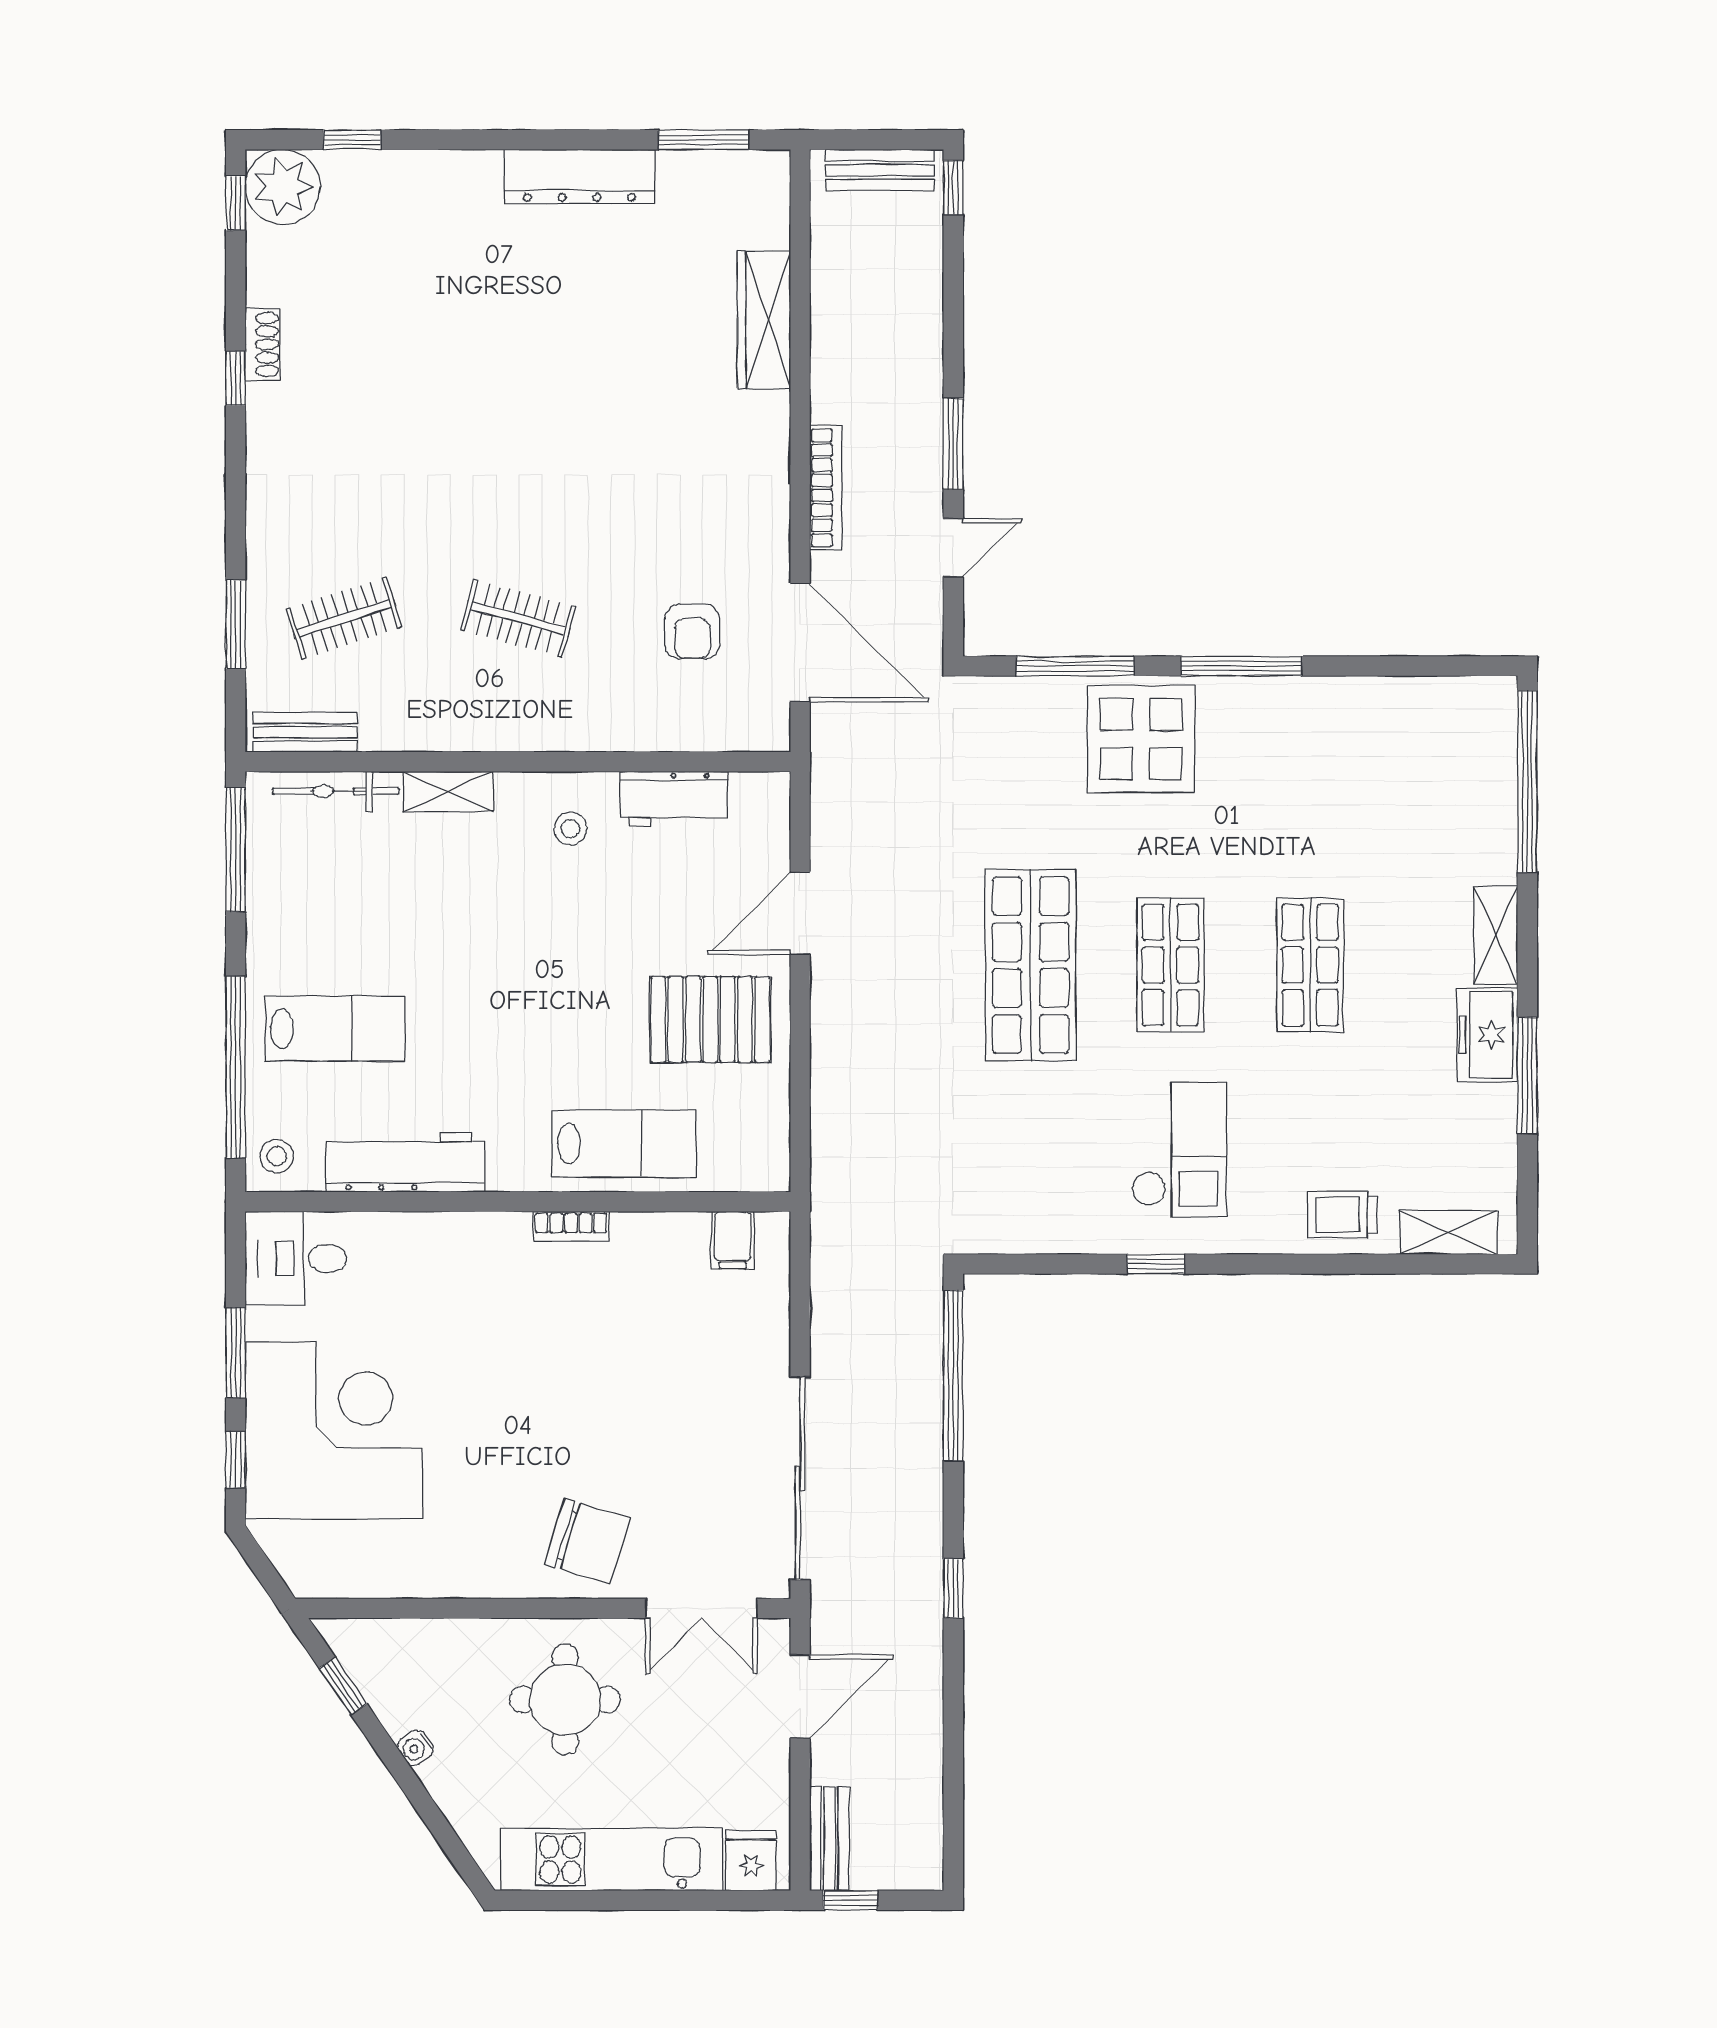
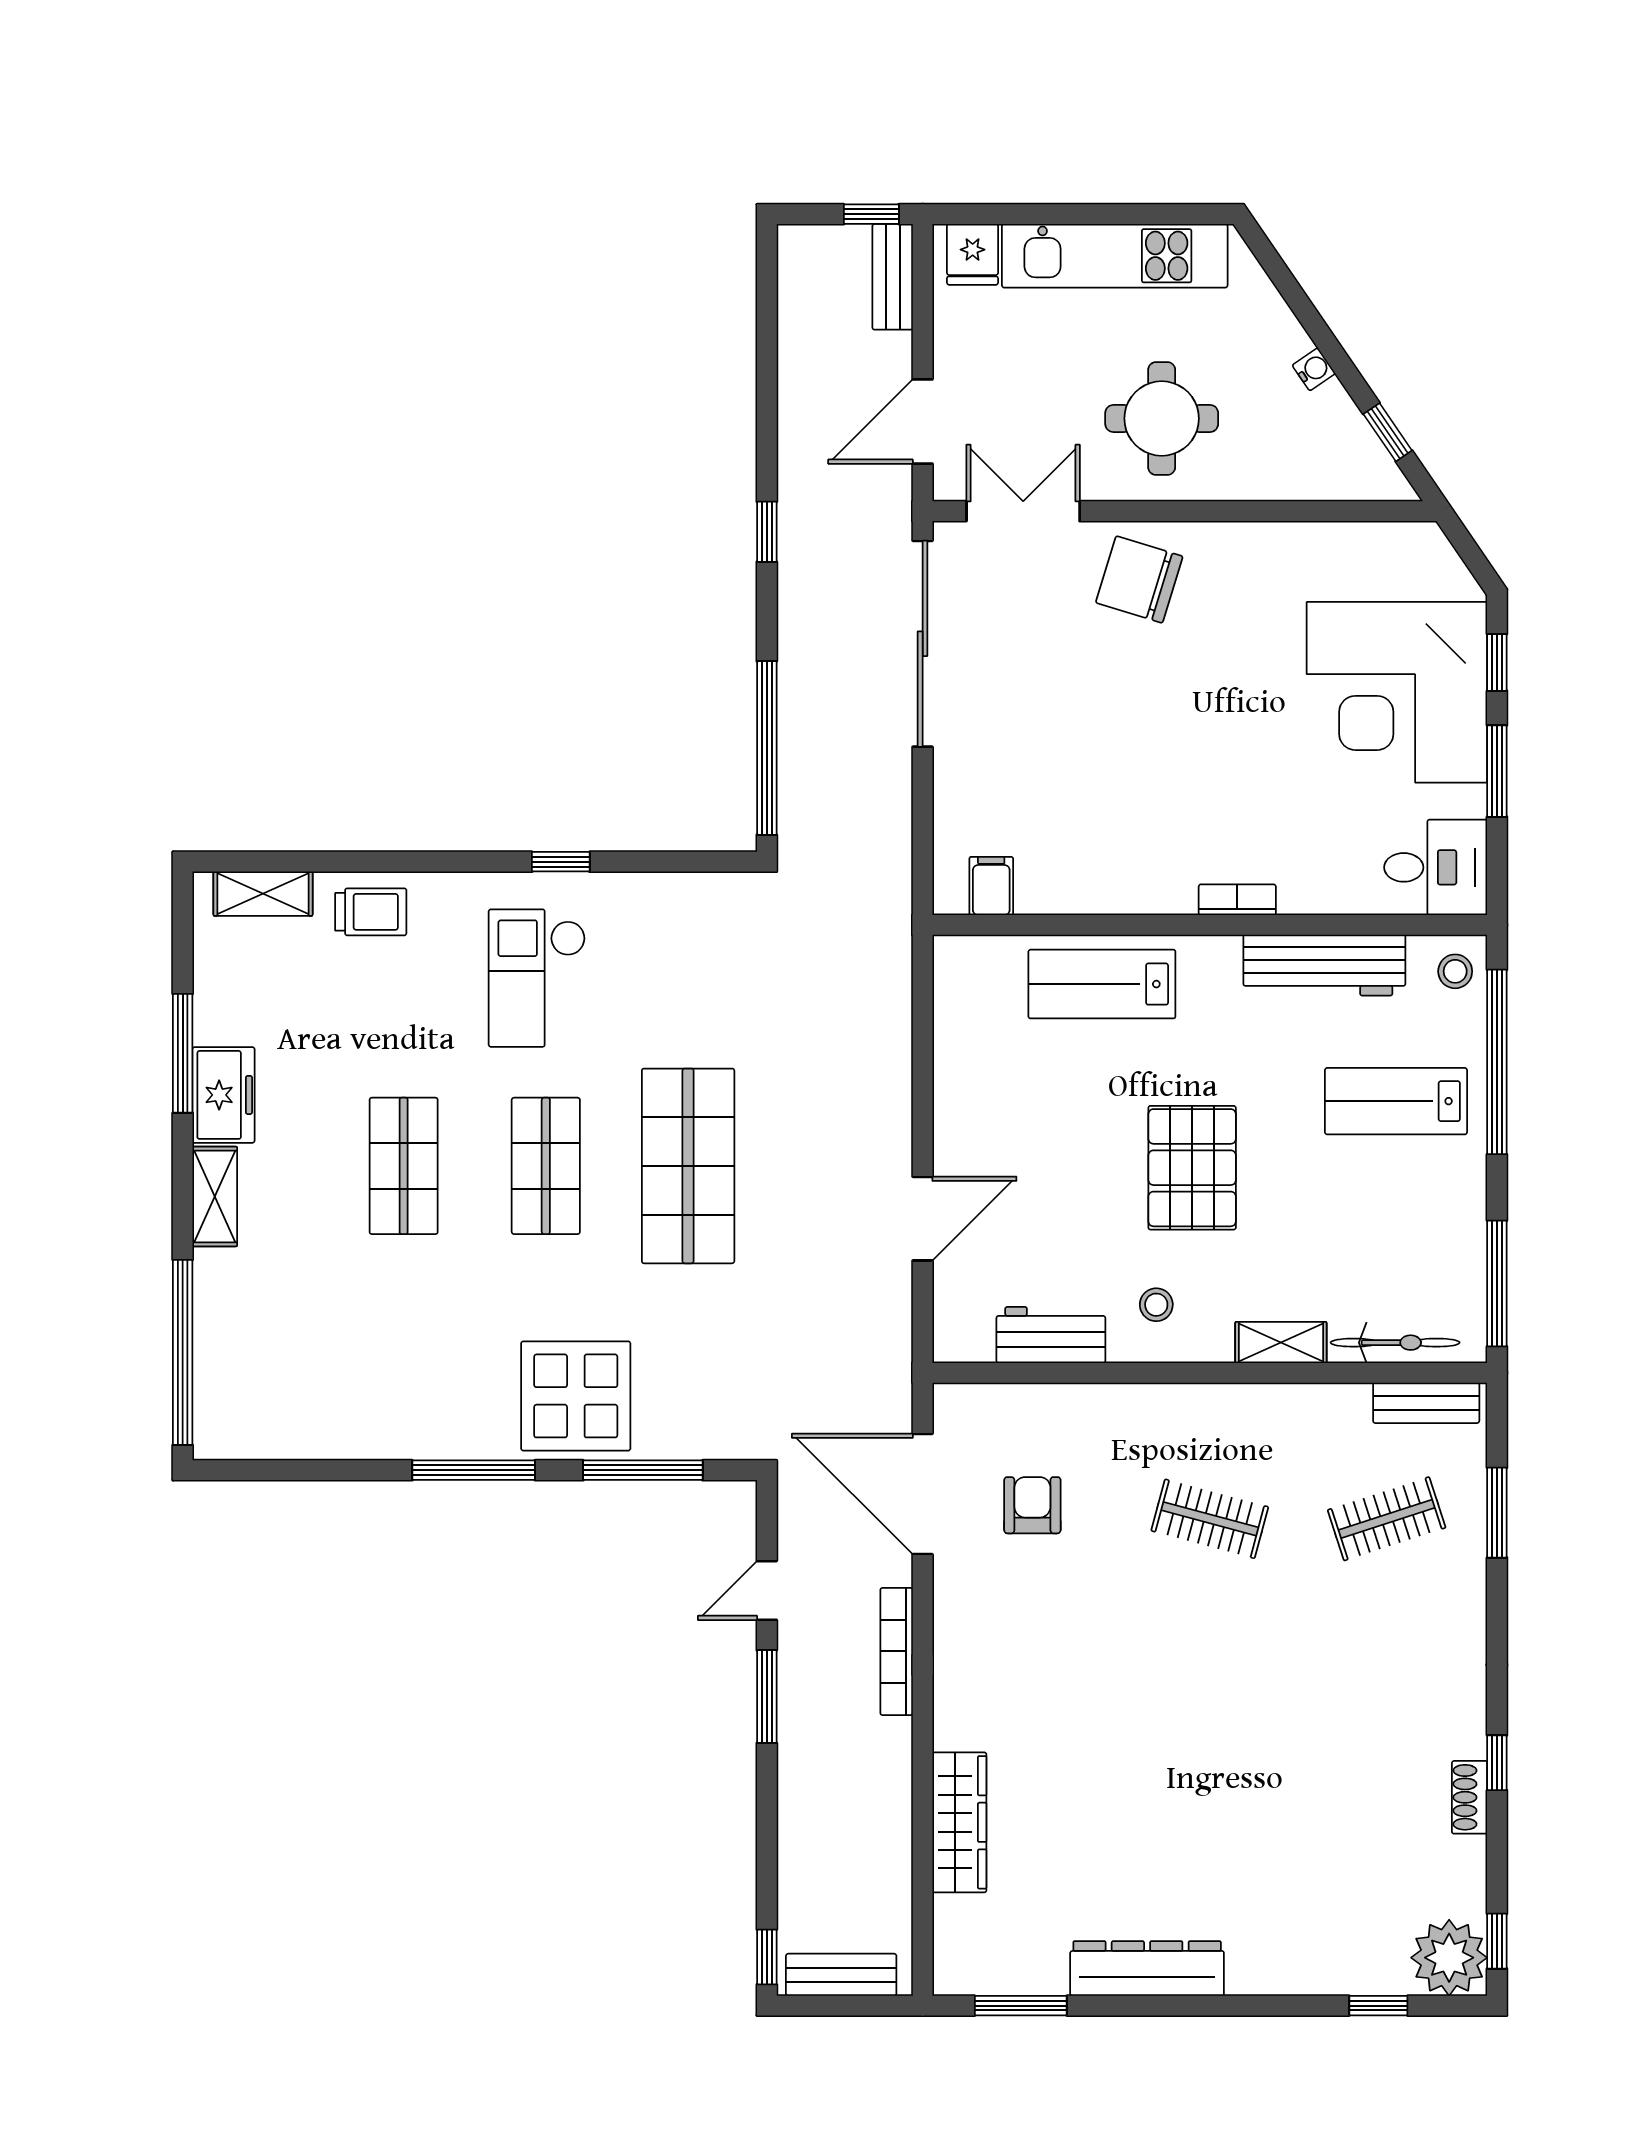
pallet: (710, 1020) -> (1192, 1168), moved, turned 90
bookcase: (571, 1227) -> (1237, 900), moved

